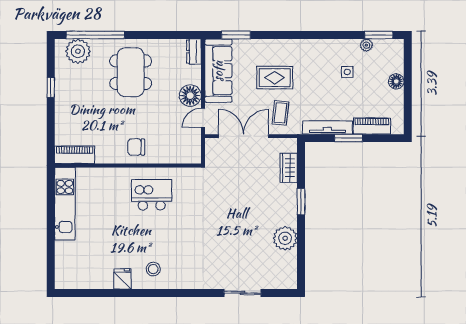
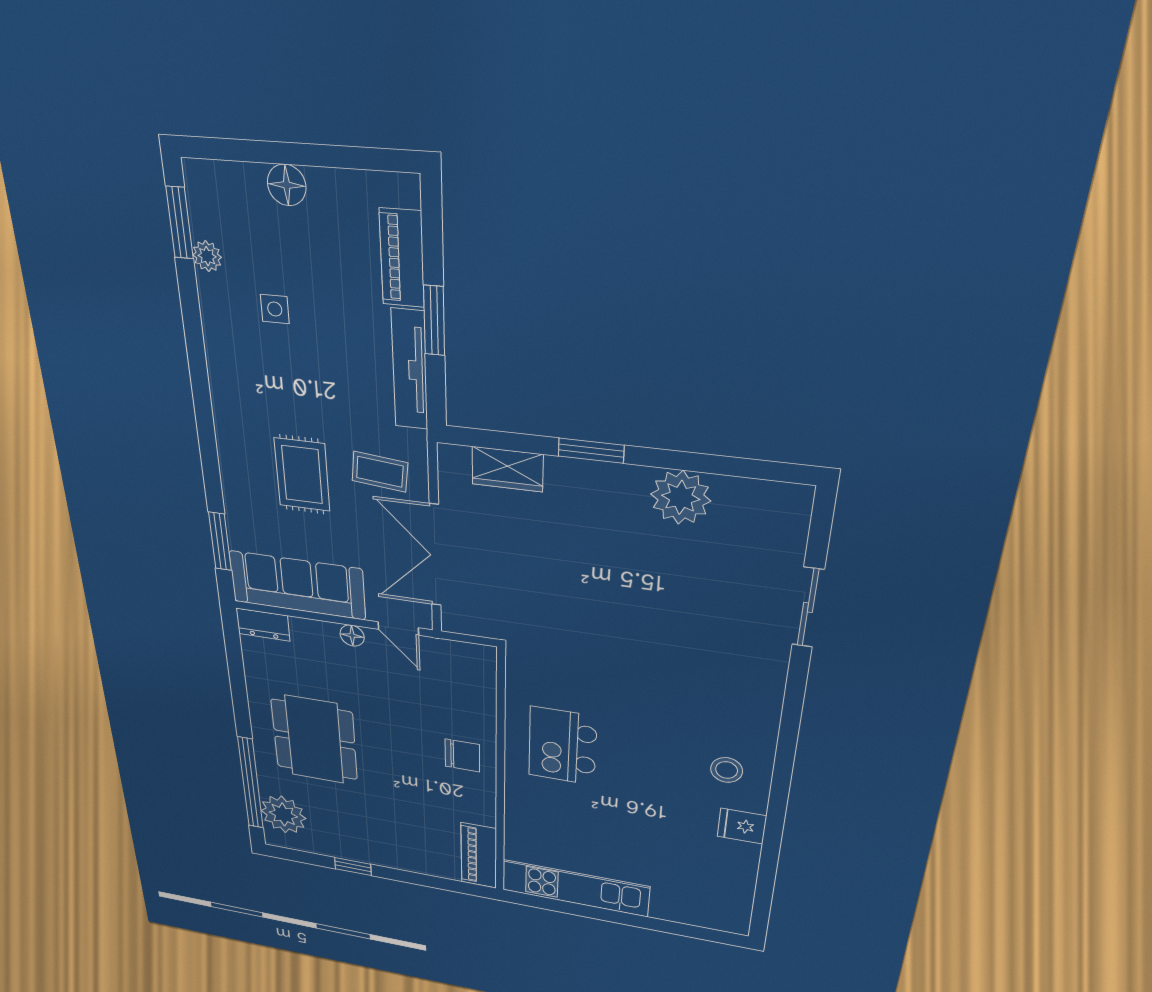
dining table: (131, 72) -> (314, 740), turned 90
floor lamp: (190, 96) -> (352, 636), width x0.53, depth x0.53
chair: (136, 147) -> (462, 755), turned -90

